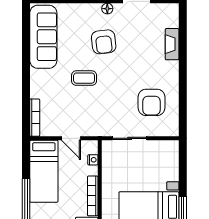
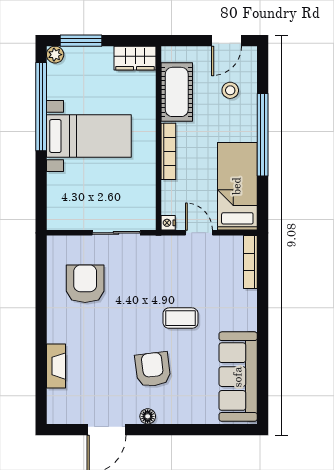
nightstand: (93, 160) -> (168, 223), moved

